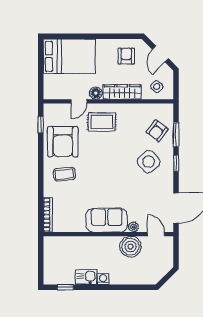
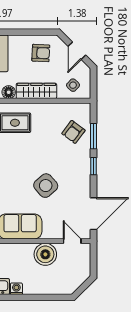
armchair: (126, 56) -> (41, 53), turned 93
side table: (149, 162) -> (46, 186), moved
plant: (133, 227) -> (48, 234), removed

